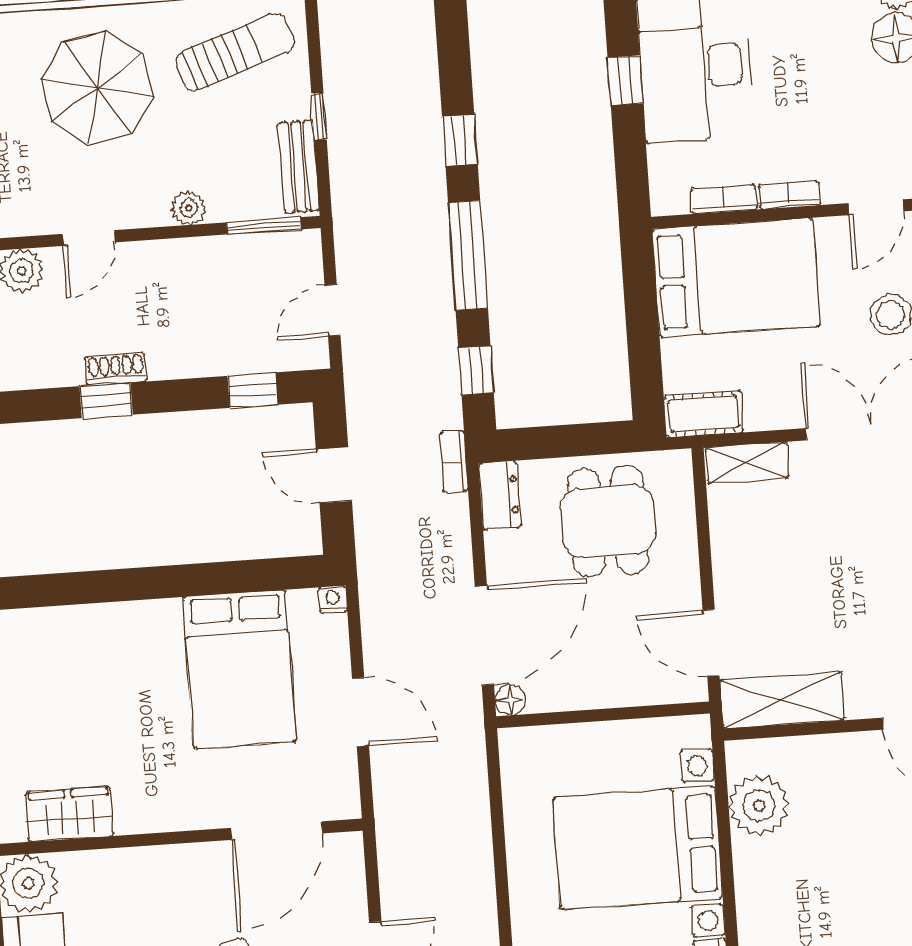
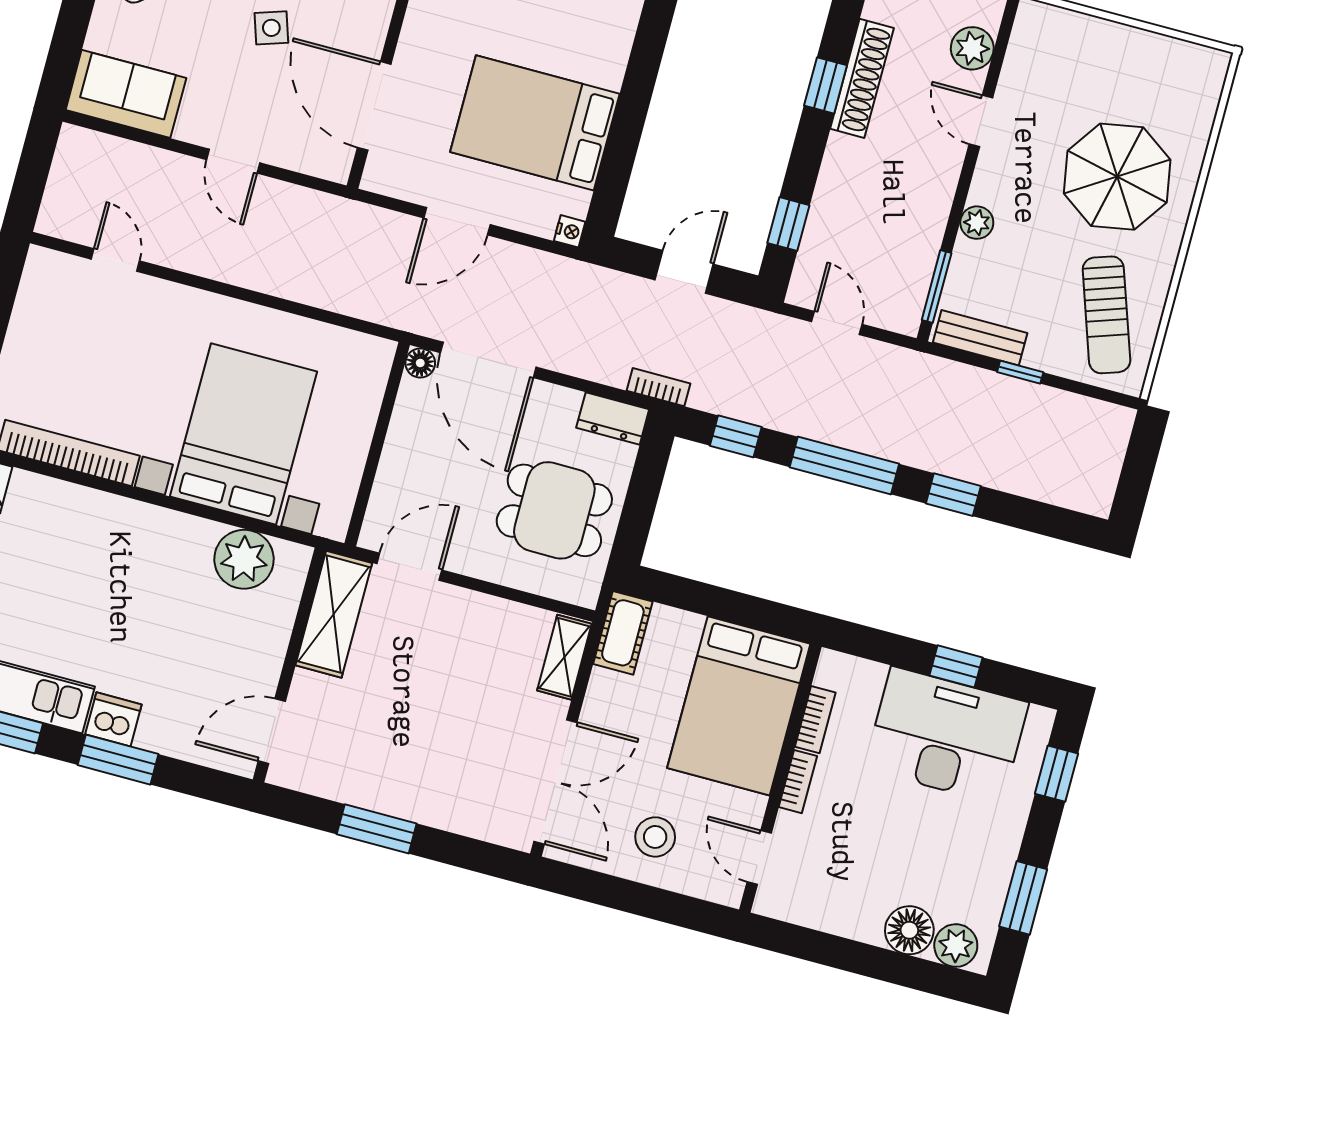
shoe rack: (116, 369) -> (862, 78), width x1.94, depth x1.24

